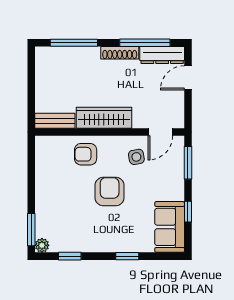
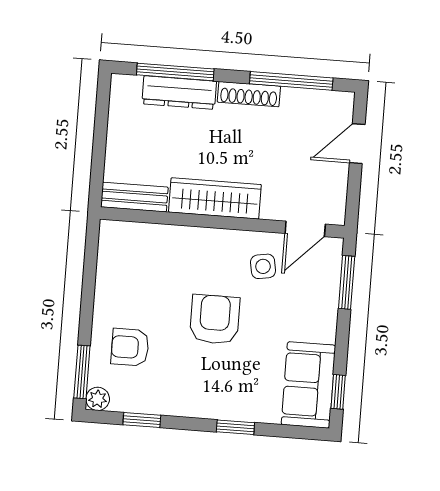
dresser: (162, 55) -> (179, 93), moved
armchair: (86, 154) -> (130, 347), moved
window: (188, 212) -> (338, 392), moved

